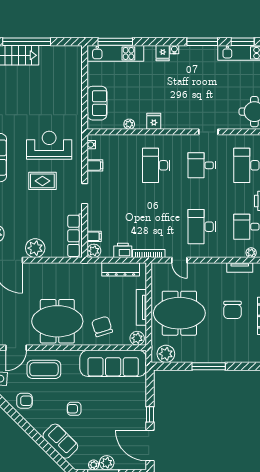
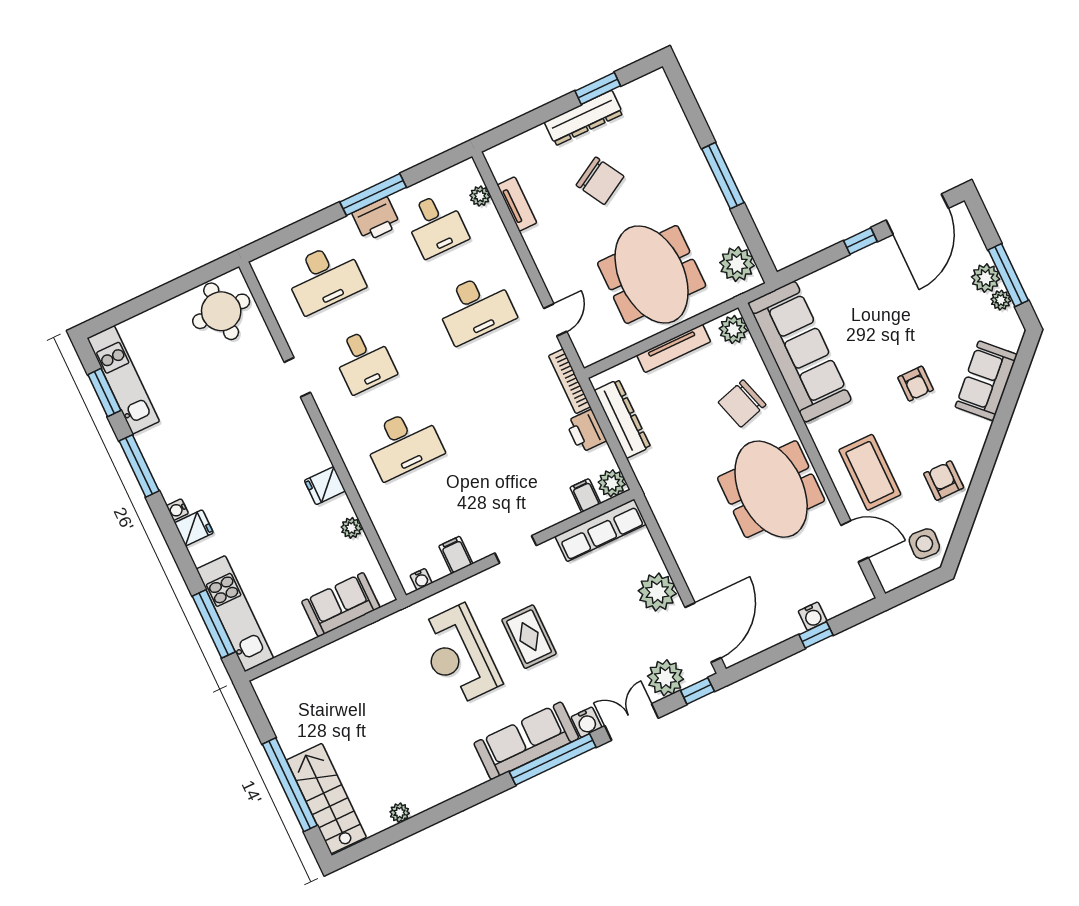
chair: (233, 310) -> (600, 181), turned 60

